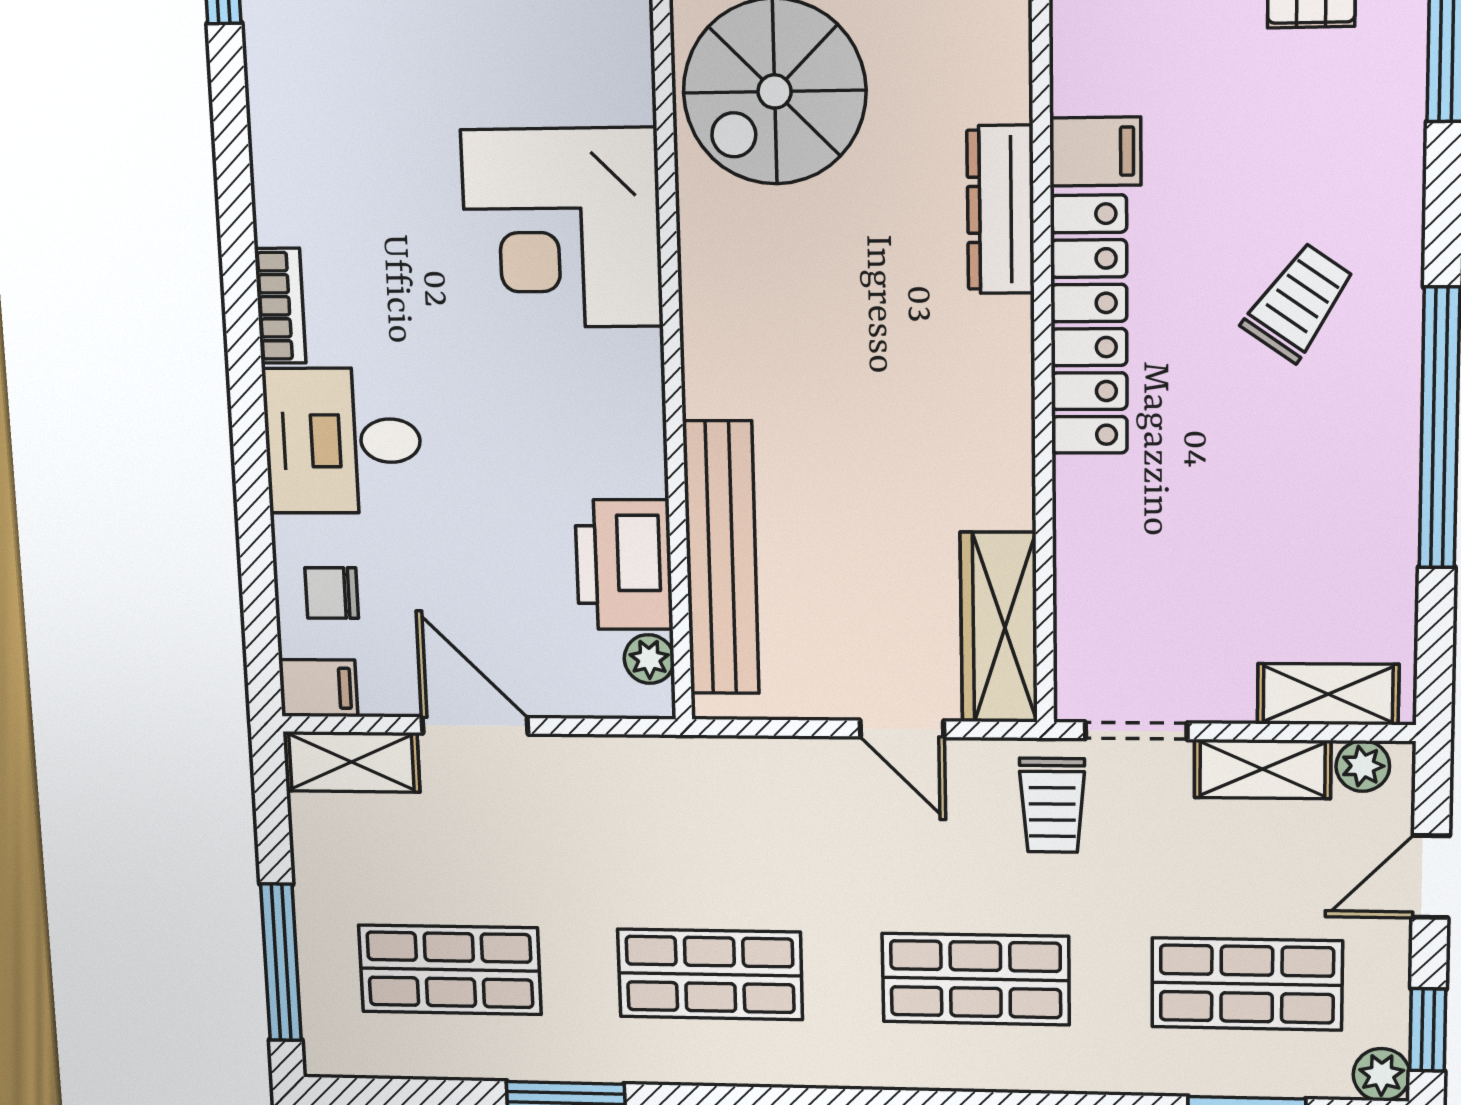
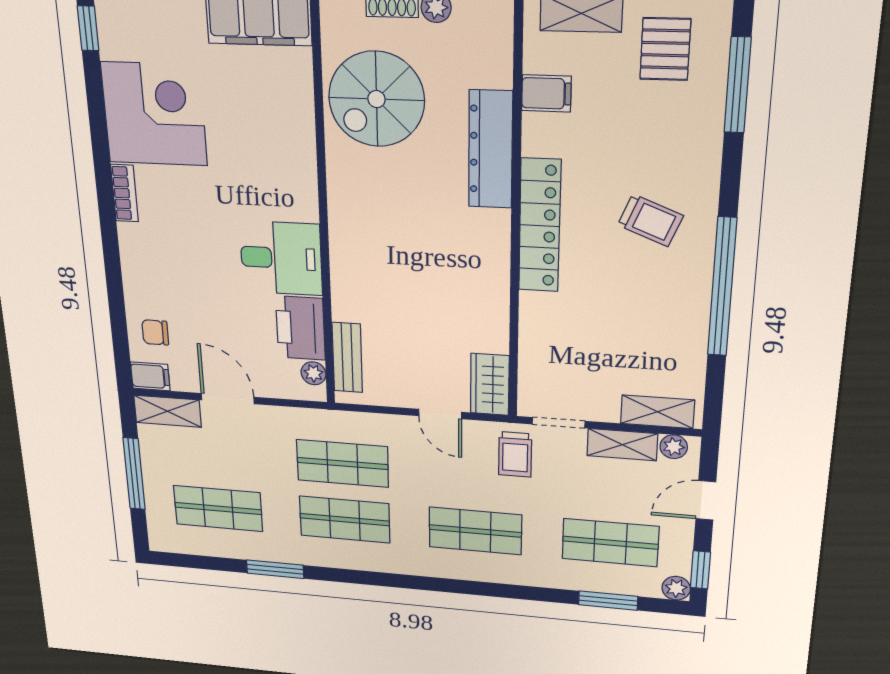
filing cabinet: (1095, 152) -> (546, 93), moved
dresser: (1001, 210) -> (491, 149), width x1.37, depth x1.24
corner desk: (562, 228) -> (154, 114), moved, turned 180
trolley: (1298, 302) -> (650, 220), turned 77
desk: (343, 441) -> (281, 258), moved, turned 180
bench: (721, 558) -> (347, 358), width x0.54, depth x0.82
wardrobe: (999, 627) -> (490, 384), width x0.67
shop shelf: (706, 850) -> (342, 463), added
window: (281, 962) -> (134, 474), moved

